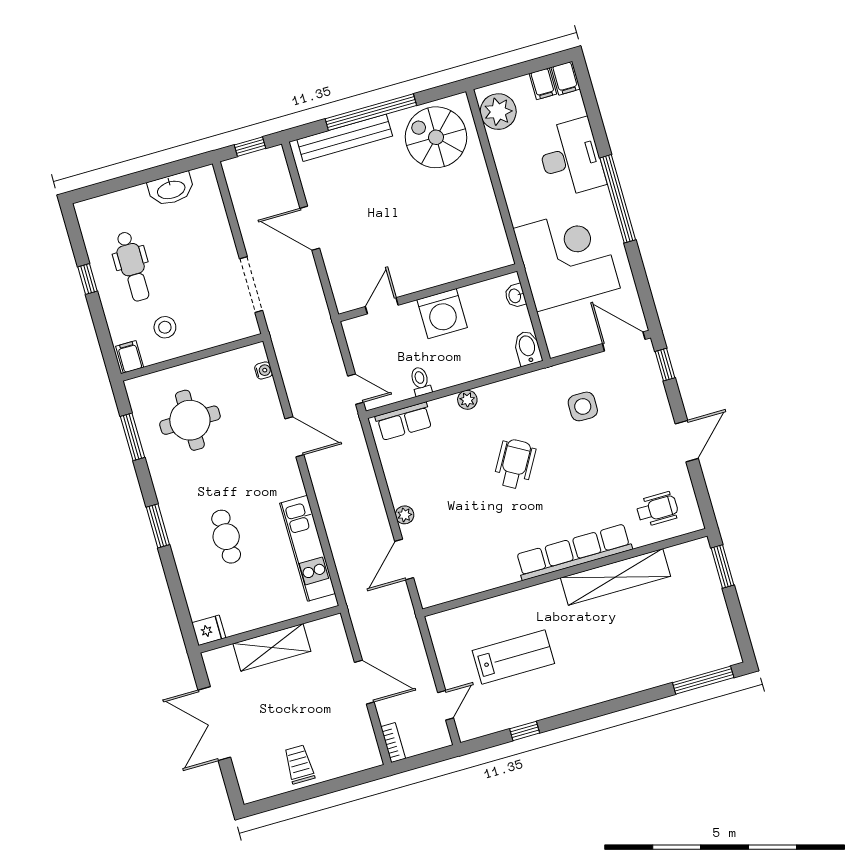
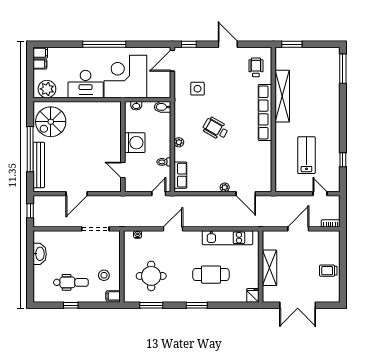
desk: (571, 158) -> (86, 84), moved, turned 180
cafe table: (226, 537) -> (211, 275), width x1.37, depth x1.35

